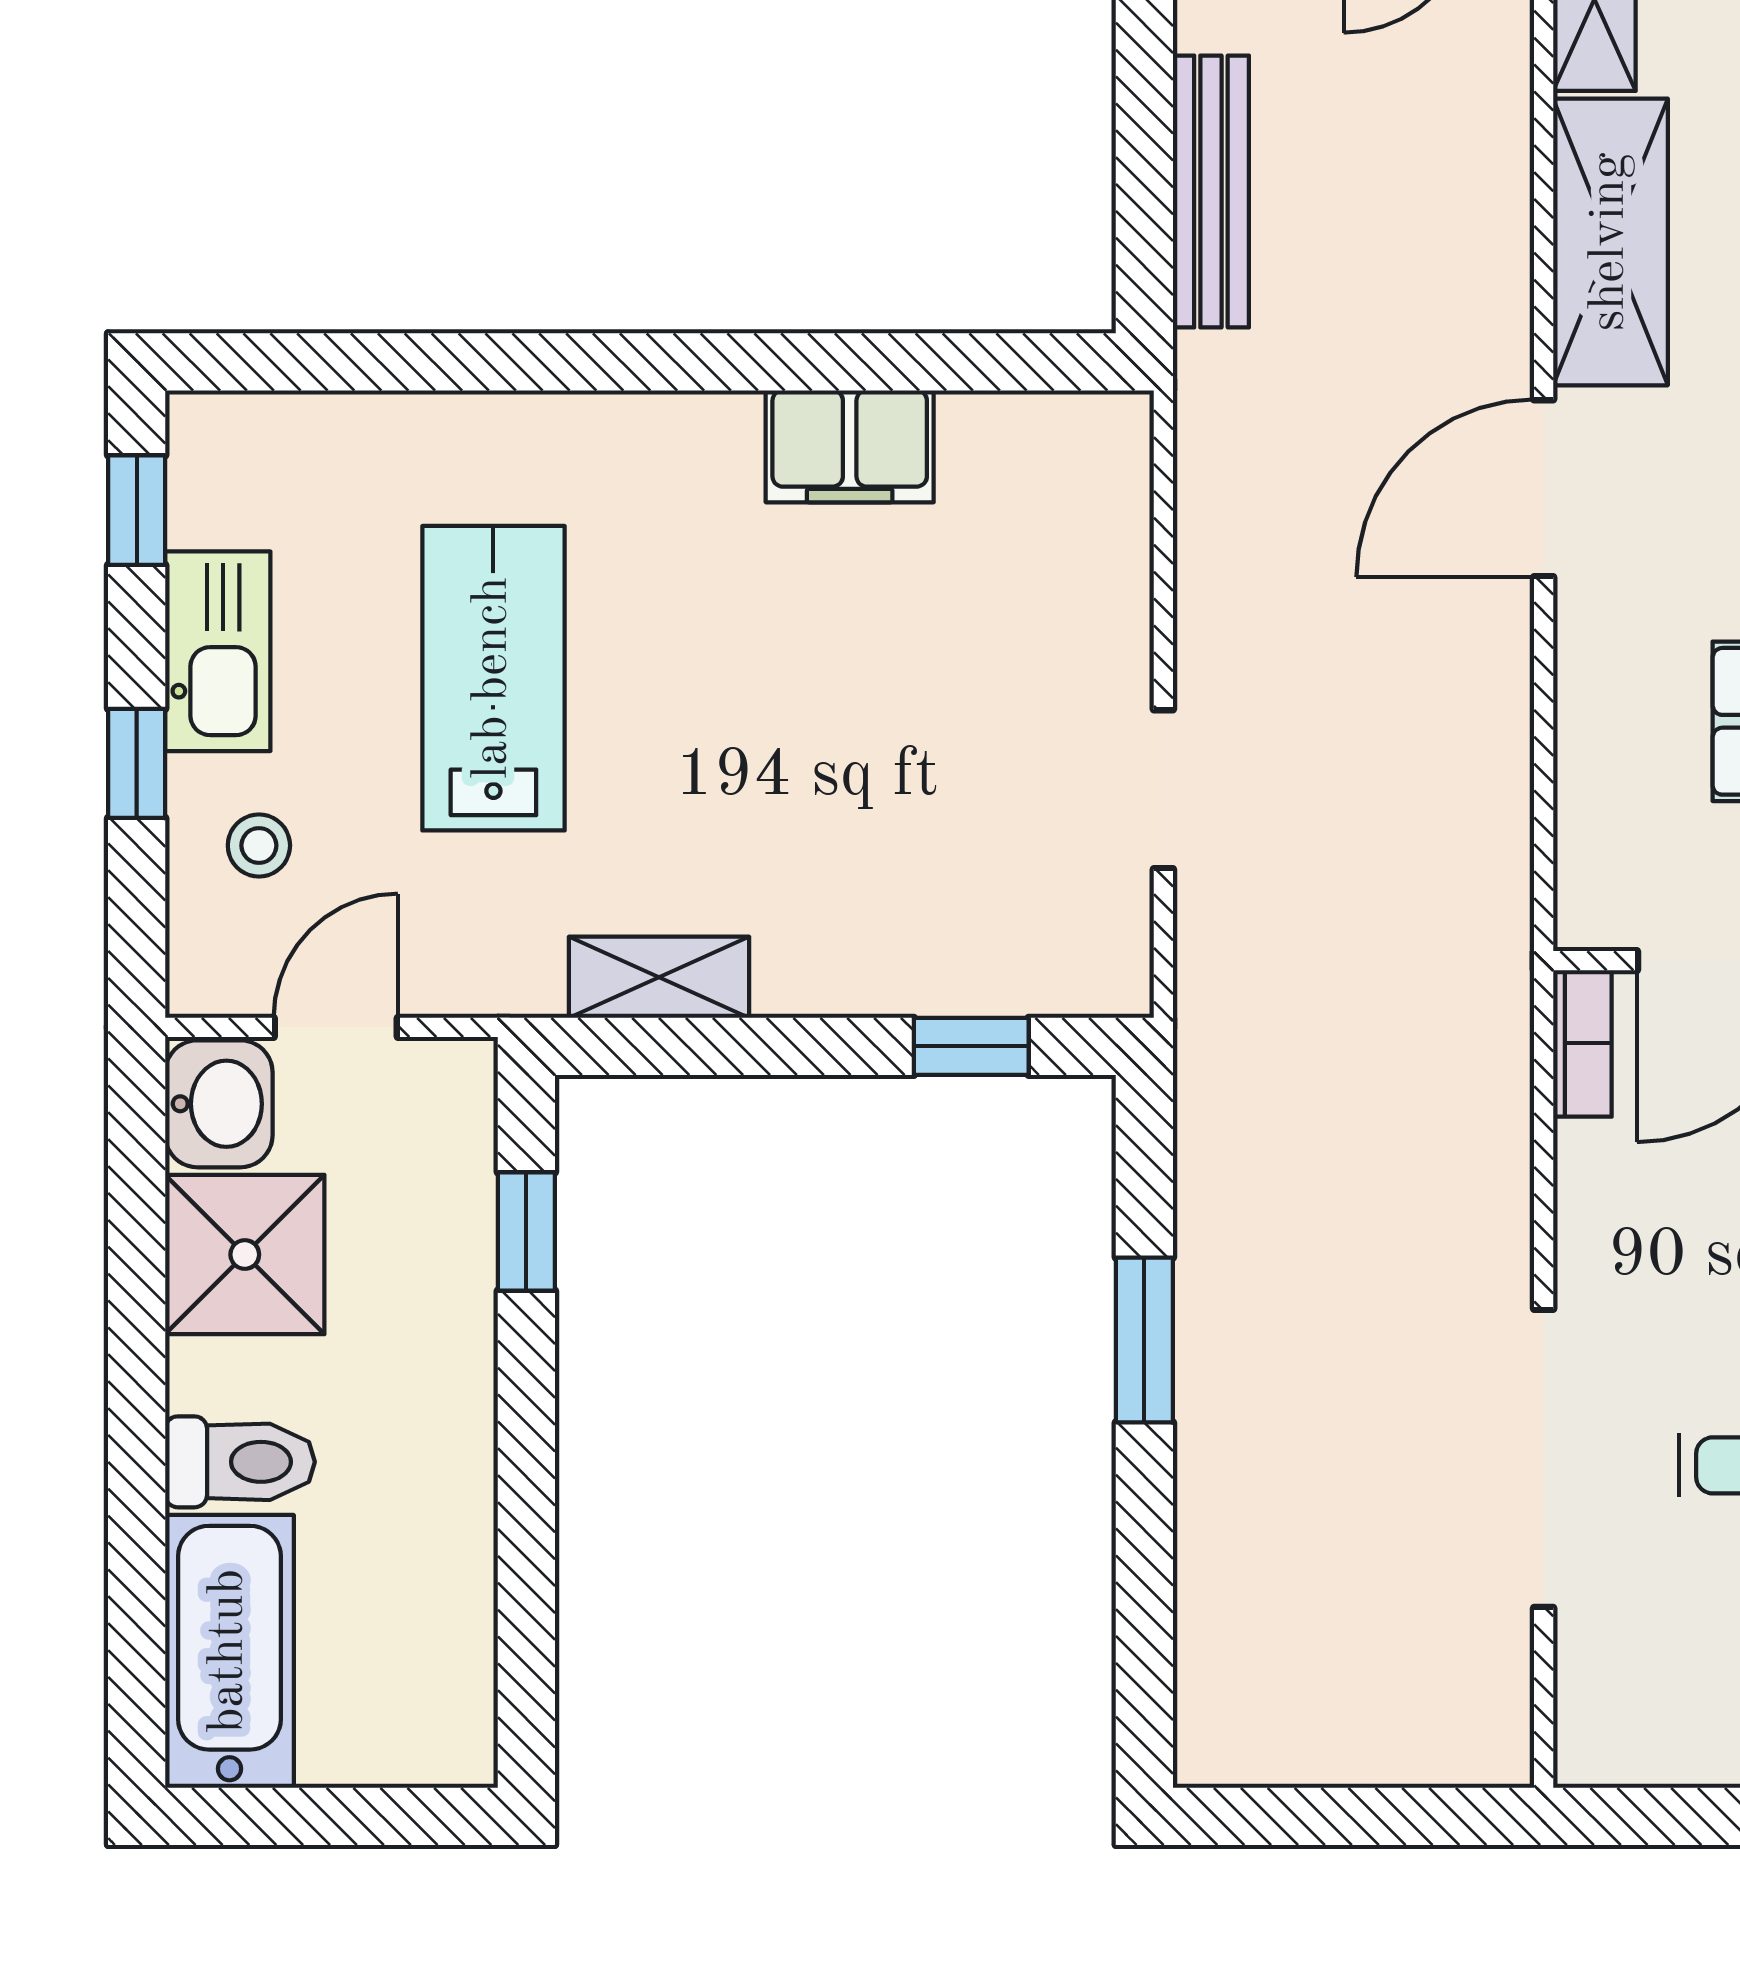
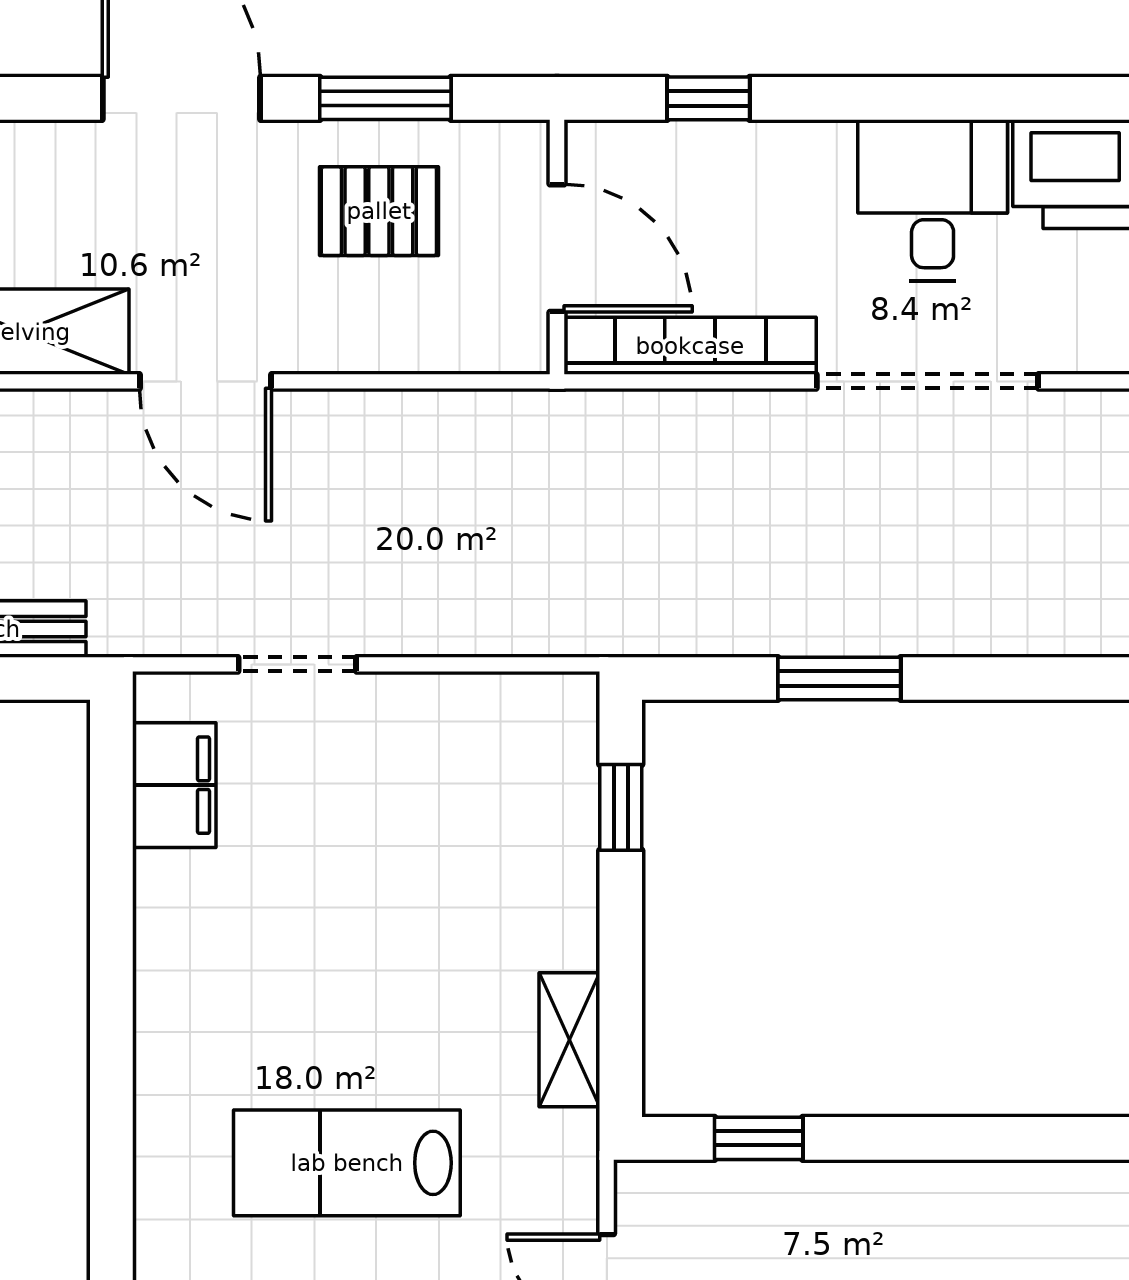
filing cabinet: (850, 446) -> (174, 785), moved
doorway: (1163, 789) -> (297, 664), moved
bookcase: (1582, 1043) -> (690, 346), width x2.31, depth x1.31

